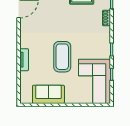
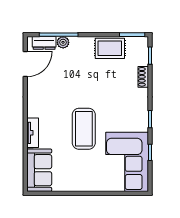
sofa: (48, 94) -> (39, 170), moved, turned 90

